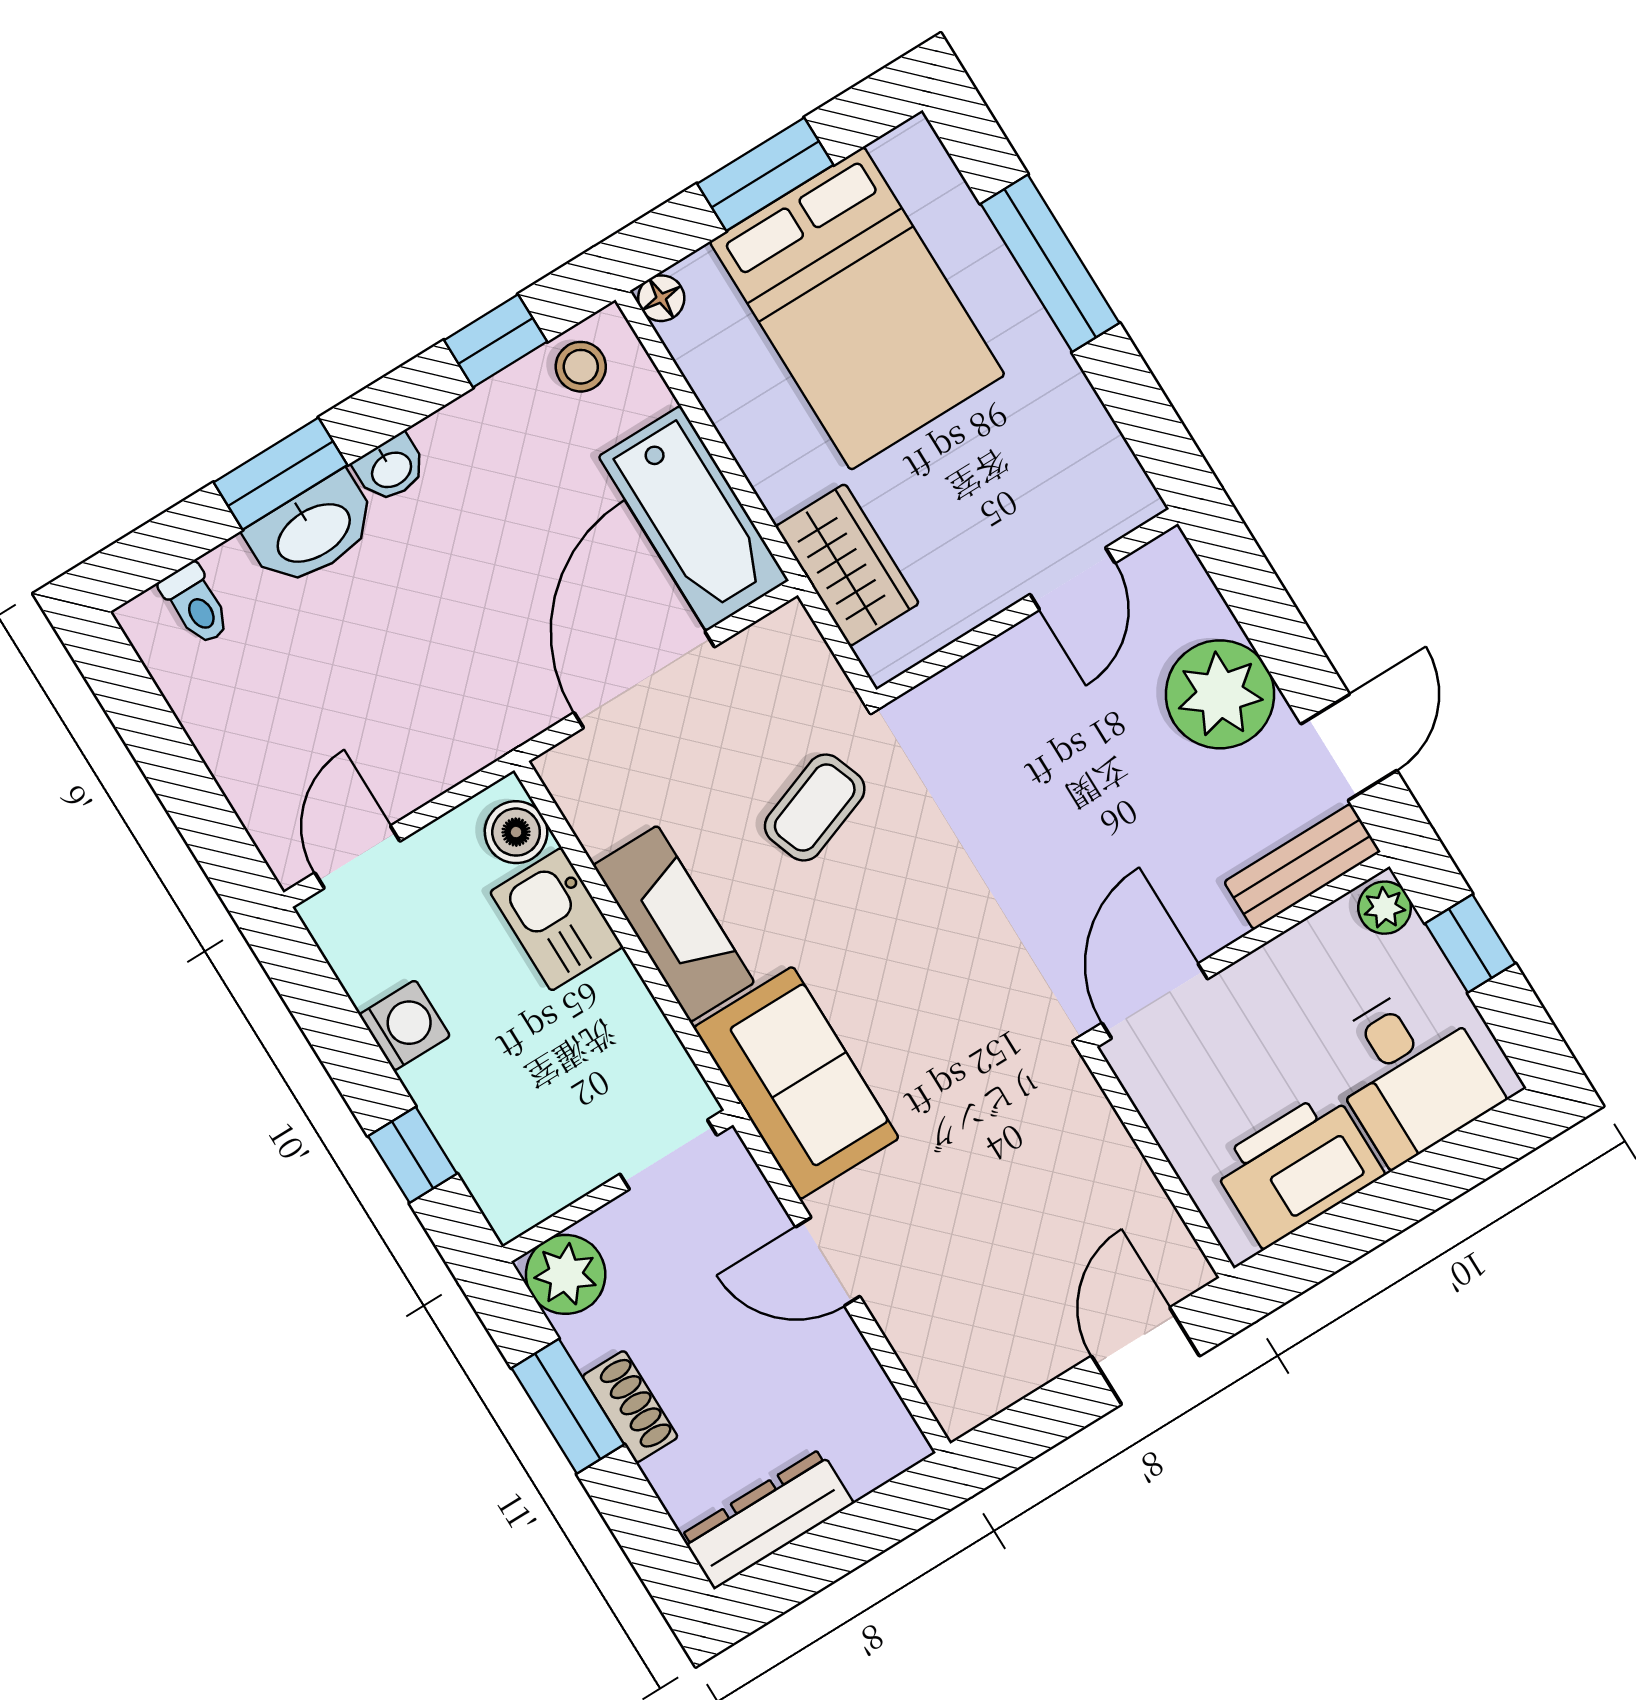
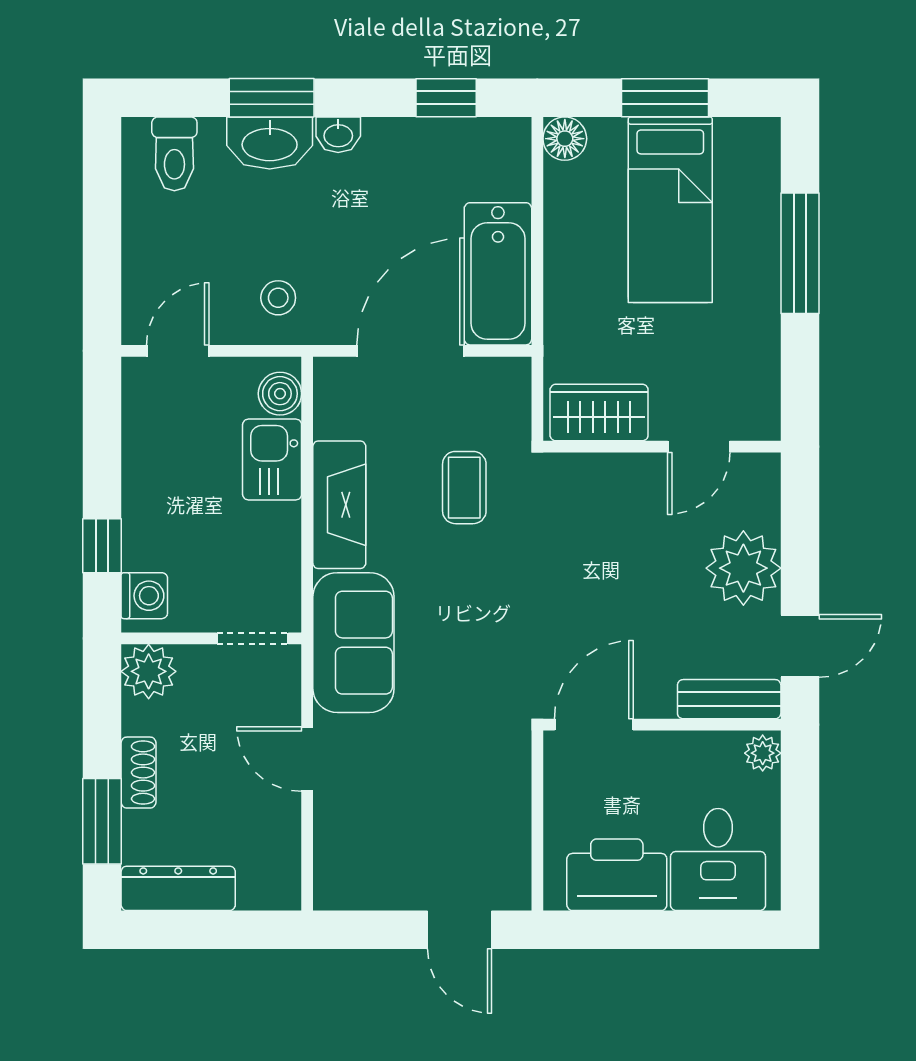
floor lamp: (661, 298) -> (565, 139), width x1.37, depth x1.37
bed: (857, 308) -> (670, 210), width x0.67
stool: (581, 367) -> (278, 298), moved
wardrobe: (847, 565) -> (599, 413), moved, turned -90
toilet: (196, 604) -> (174, 154), width x1.37, depth x1.39
coffee table: (815, 808) -> (464, 488), turned -70
window: (1470, 943) -> (800, 805), removed
washing machine: (405, 1025) -> (144, 596), moved
door: (1146, 1356) -> (460, 930), swing flipped
window: (568, 1406) -> (102, 821), moved

